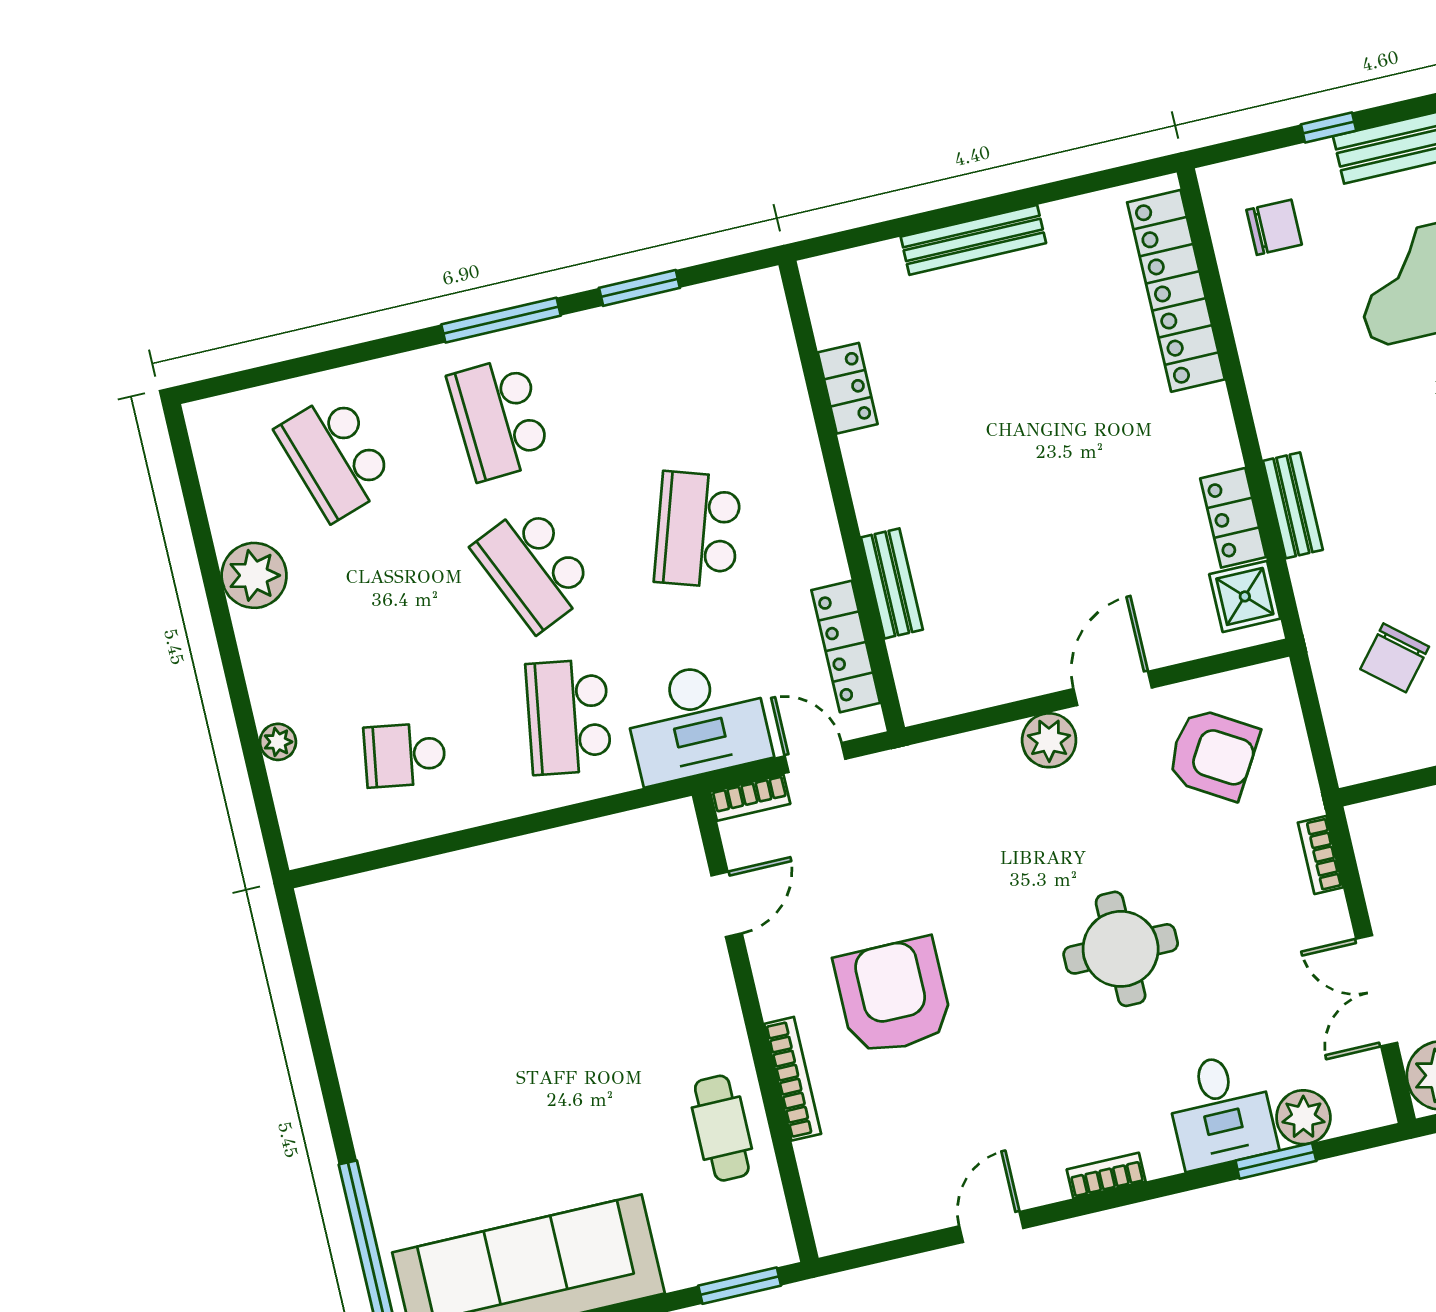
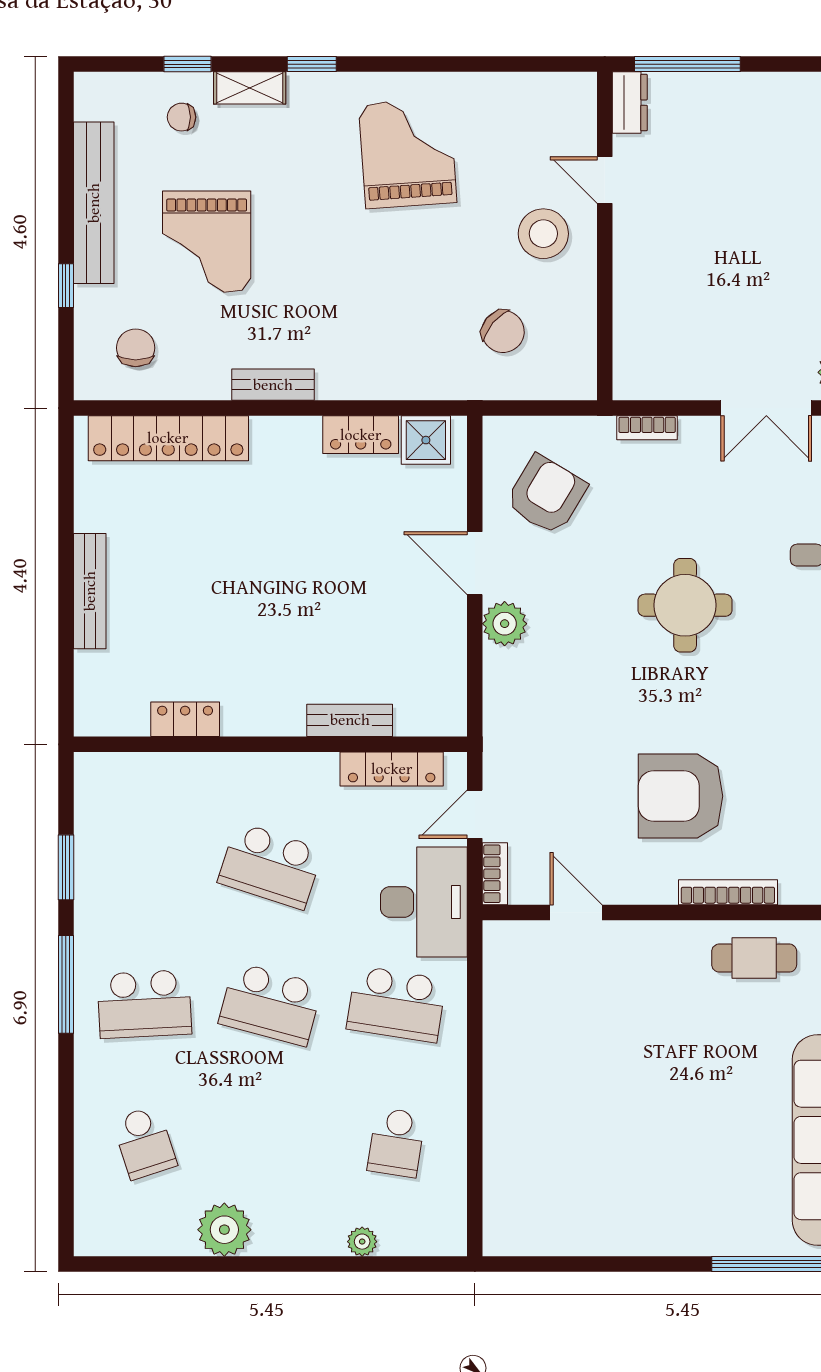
school desk: (335, 457) -> (144, 1142), width x0.54
bench: (1293, 505) -> (273, 385), moved
school desk: (534, 568) -> (270, 1004), turned 39

